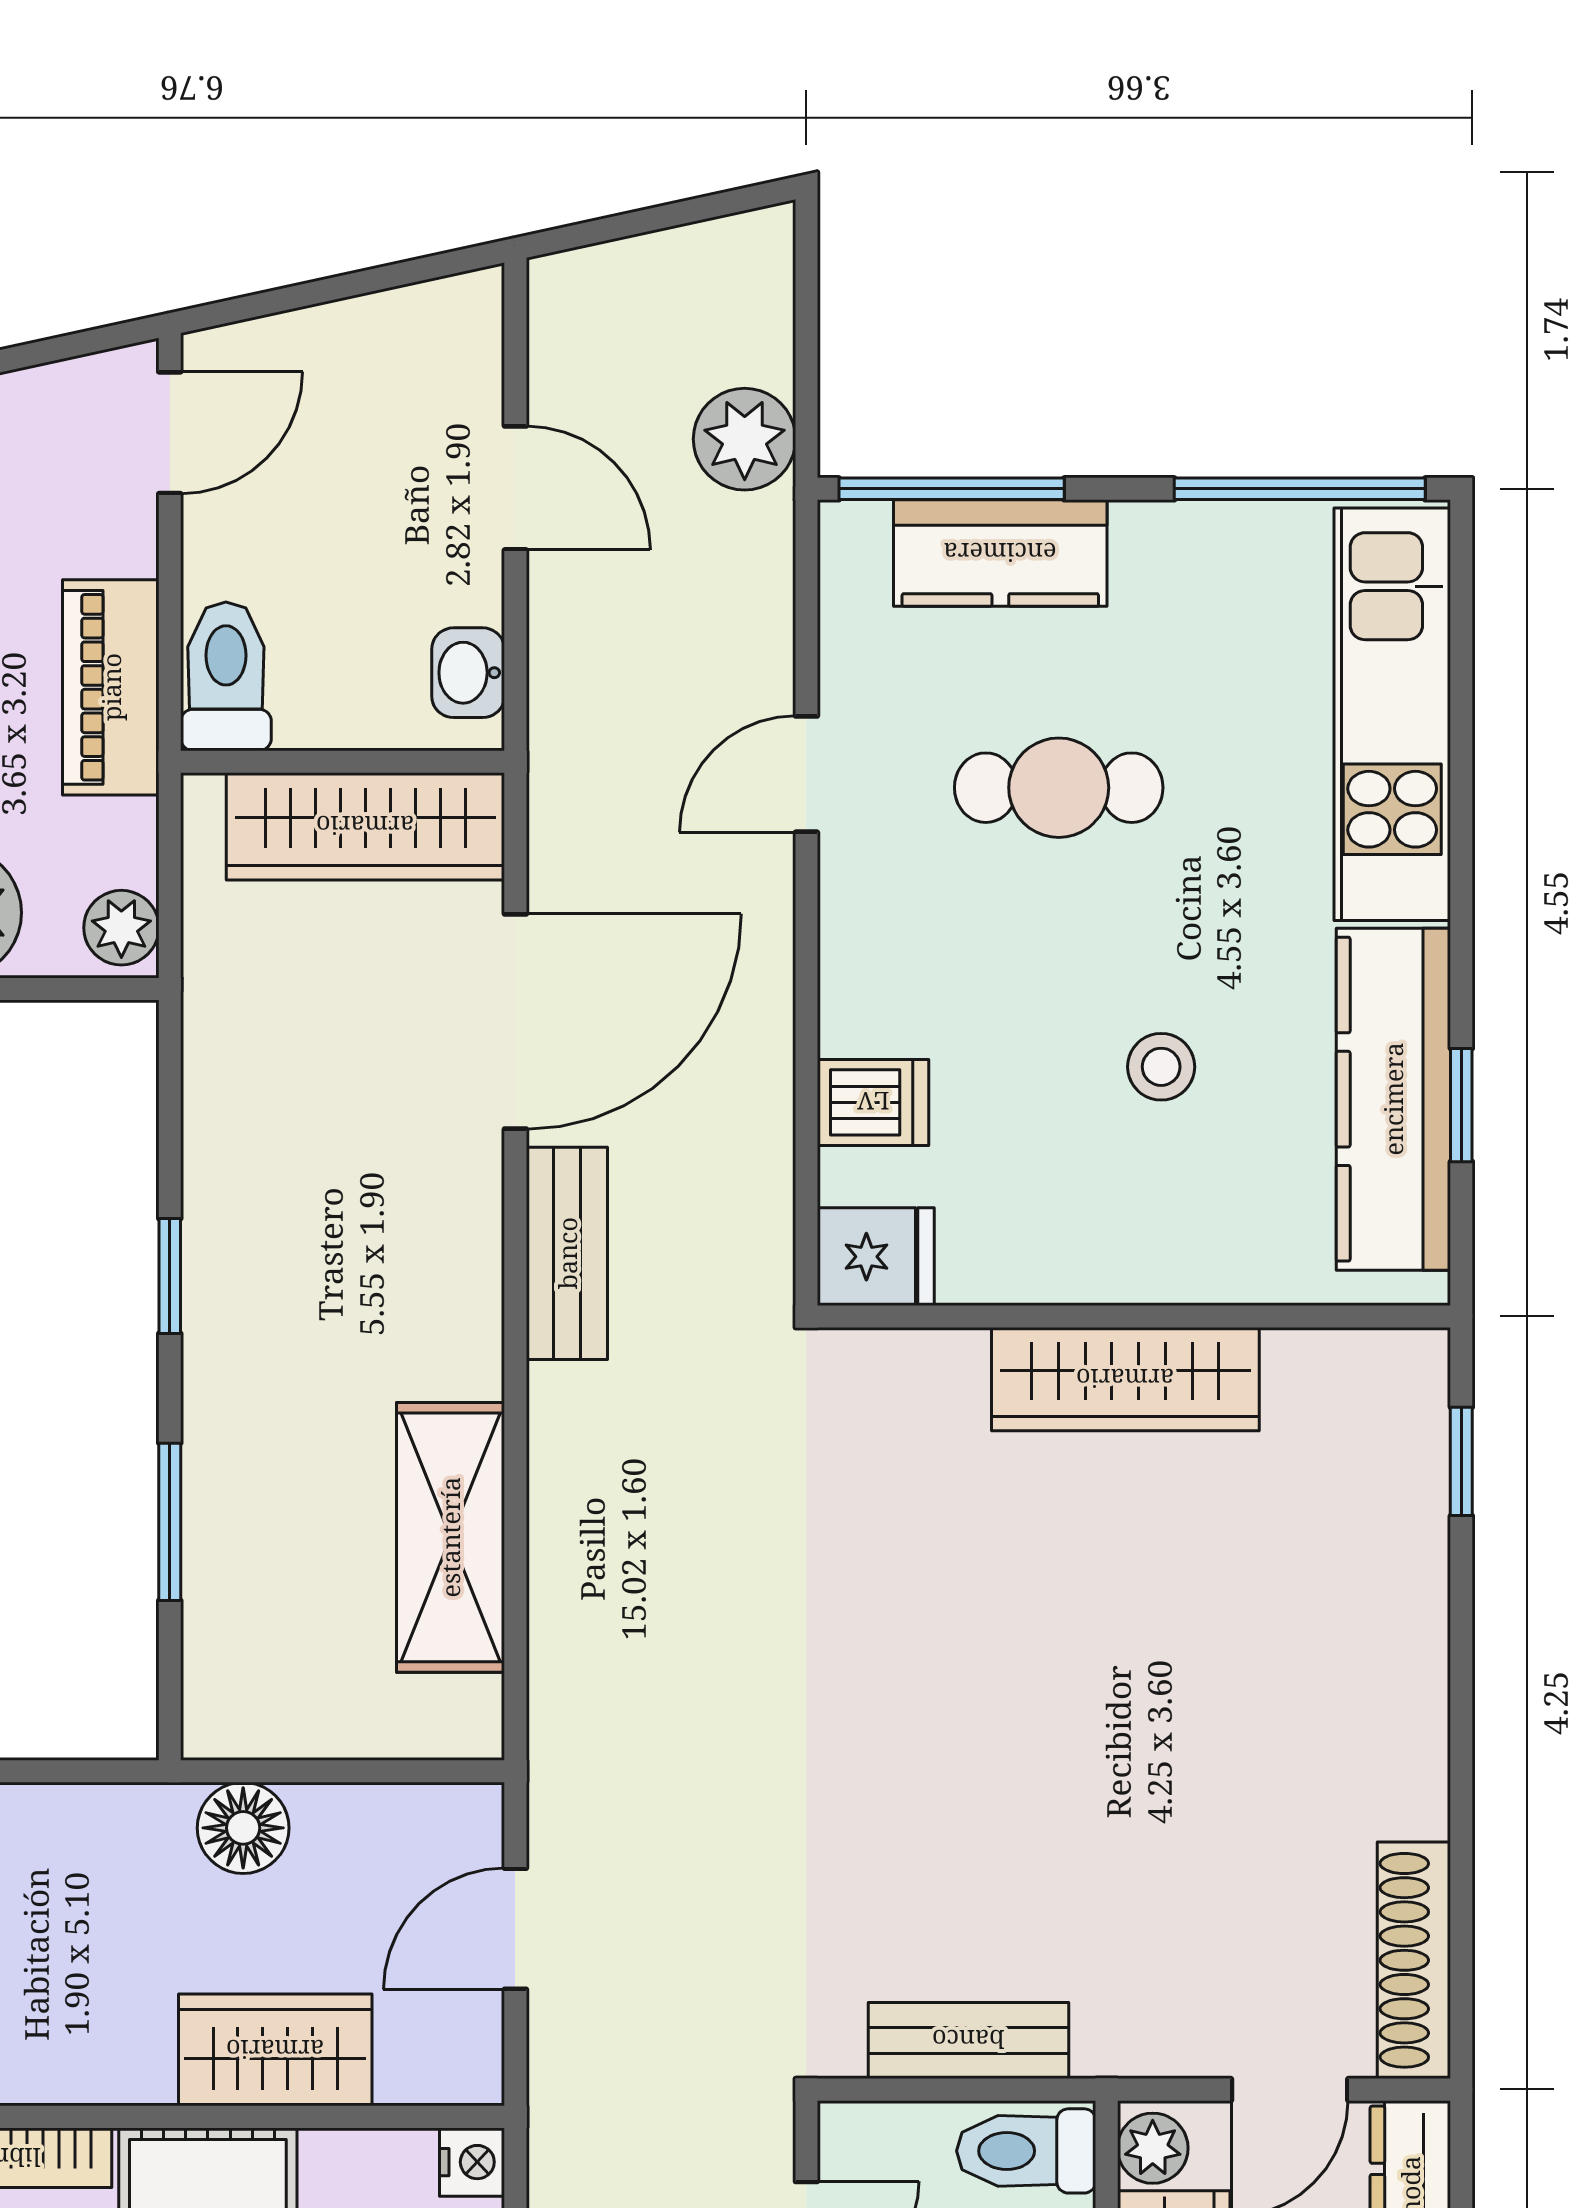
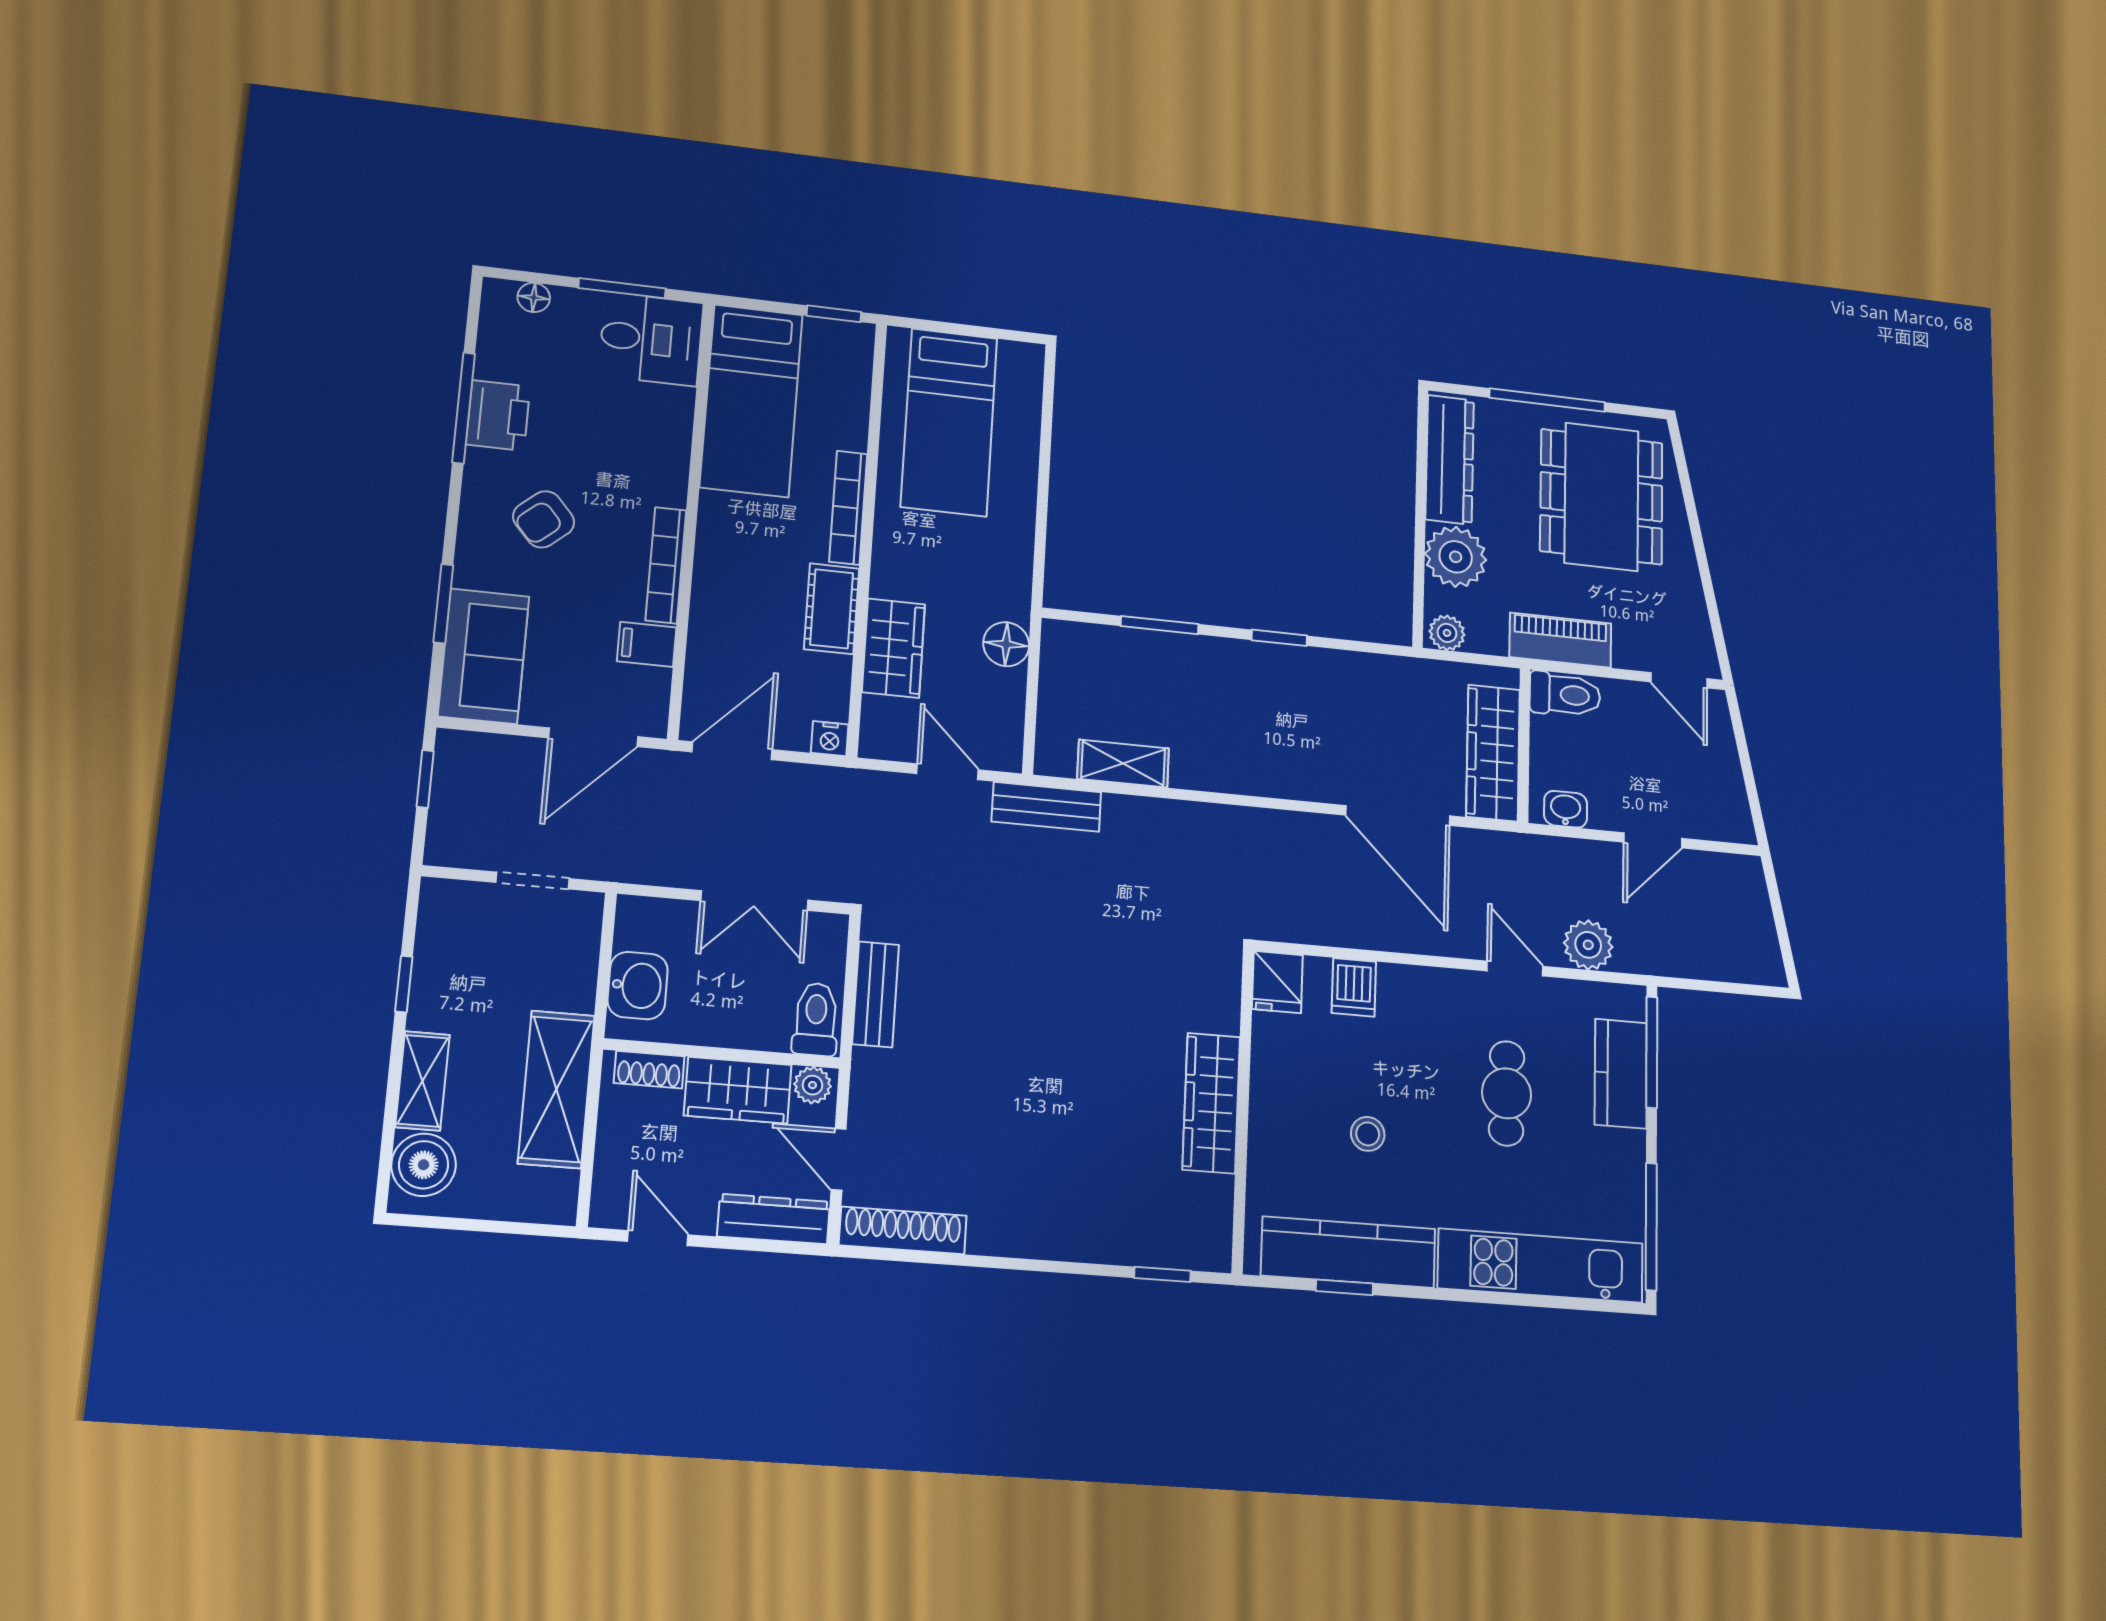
plant: (745, 439) -> (1588, 945), moved
bench: (567, 1253) -> (1046, 807), moved
shelving: (450, 1537) -> (1123, 764), width x0.67, depth x0.75

